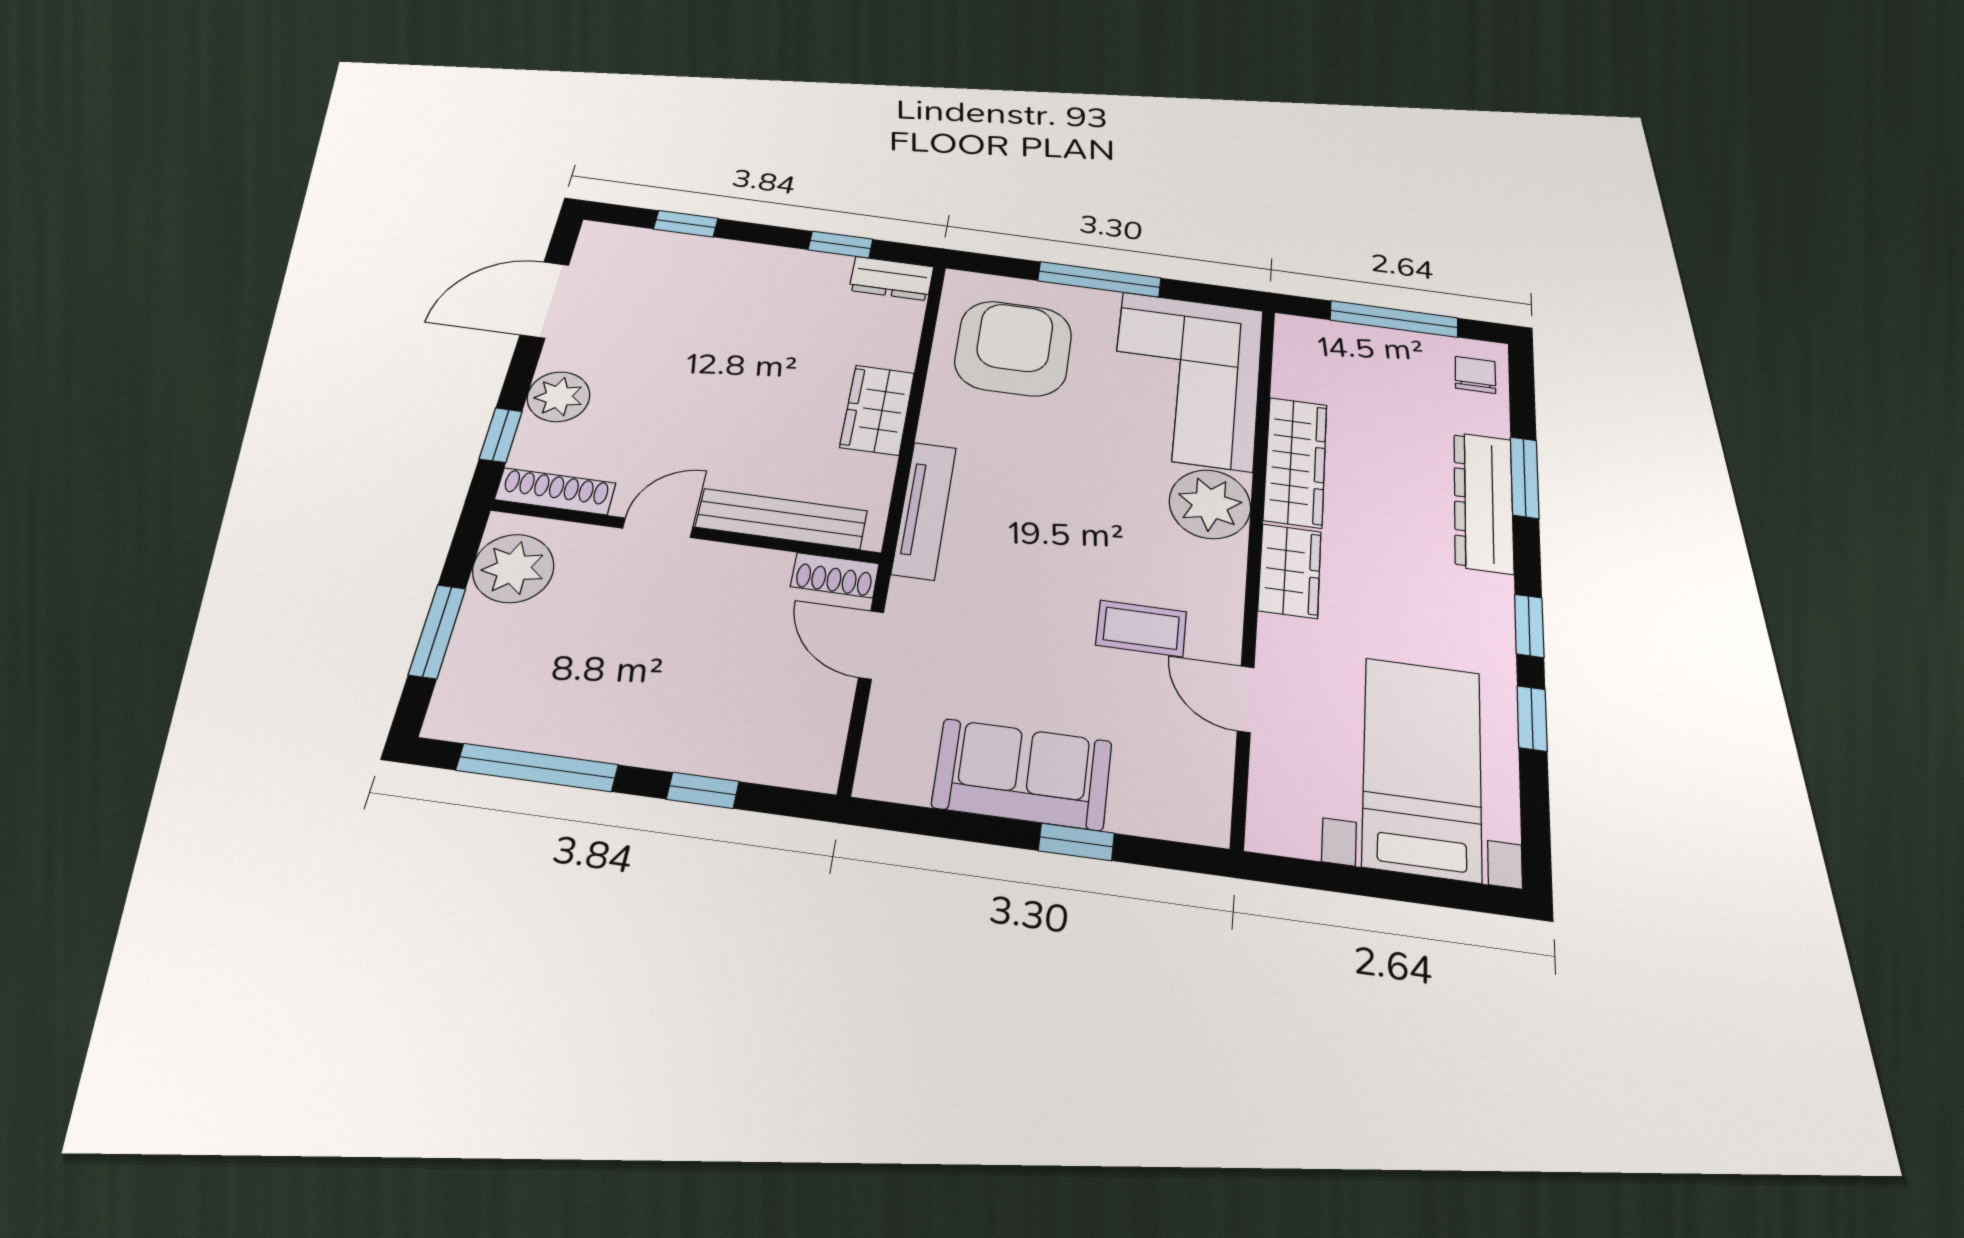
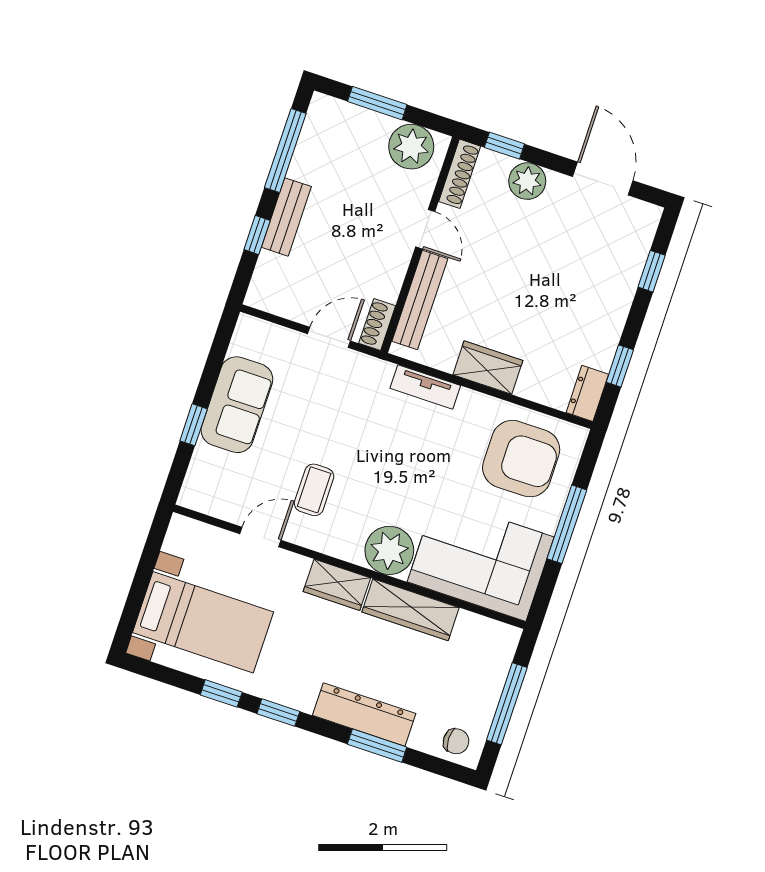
tv unit: (924, 510) -> (425, 387), width x0.71
bench: (663, 746) -> (286, 217), added

